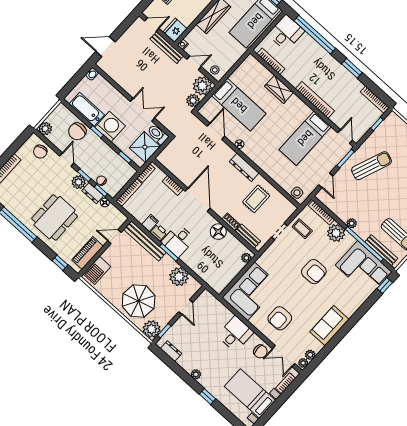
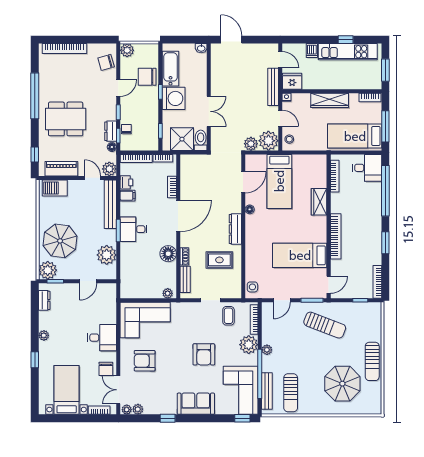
plant: (79, 182) -> (109, 169), moved
printer: (159, 232) -> (126, 182), moved
sofa: (329, 326) -> (196, 404), moved
window: (336, 339) -> (168, 418), added

